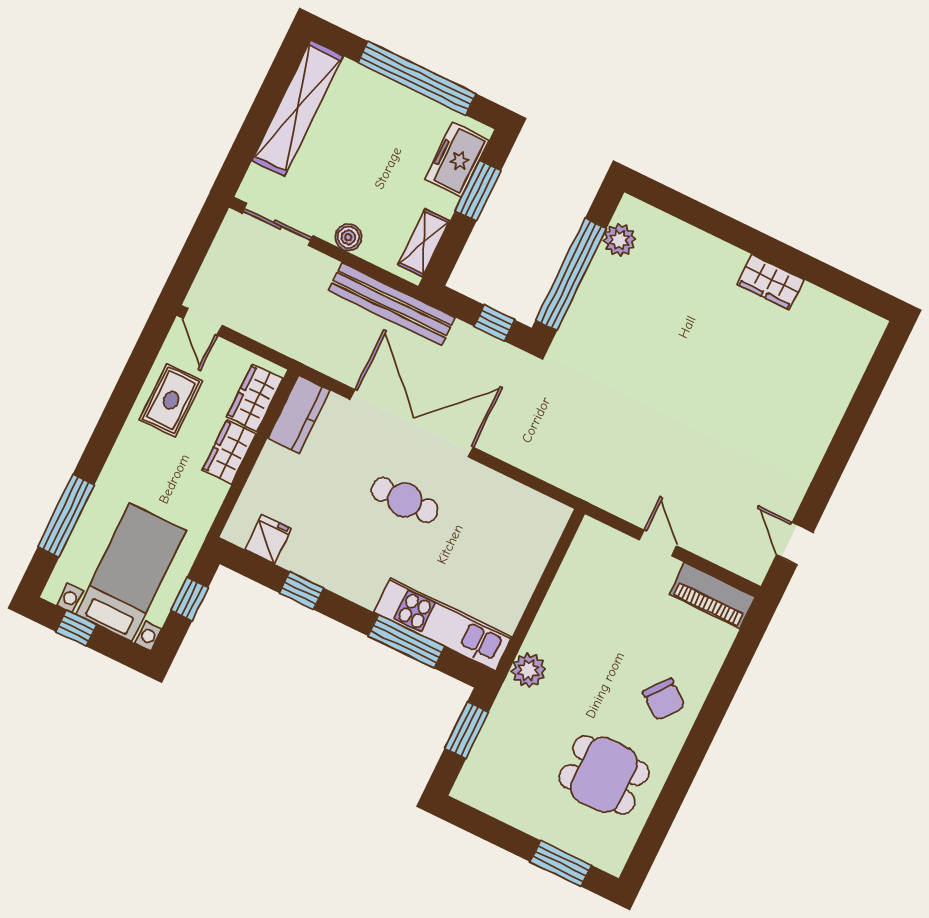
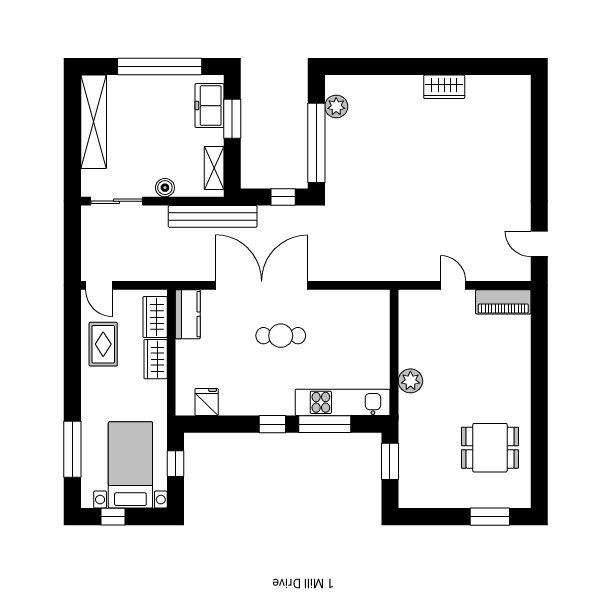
window: (302, 591) -> (272, 424), moved
plant: (528, 670) -> (410, 381), moved
chair: (664, 699) -> (505, 382), removed

